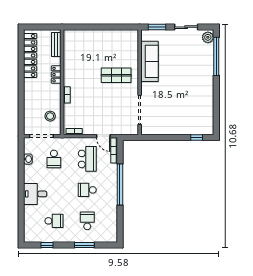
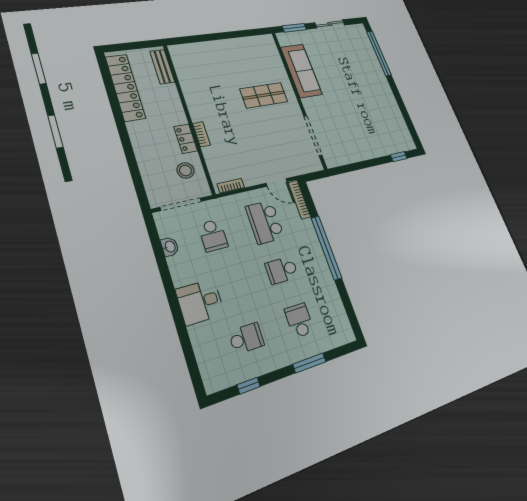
plant: (208, 37) -> (360, 33), removed
locker: (56, 75) -> (186, 139), moved
school desk: (87, 159) -> (265, 222), turned 180

